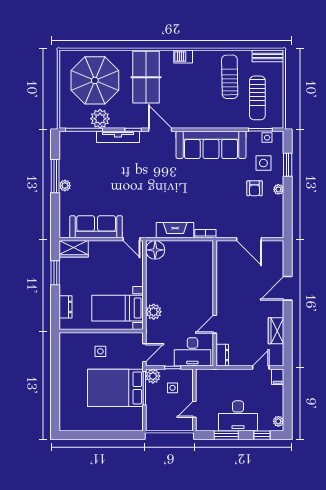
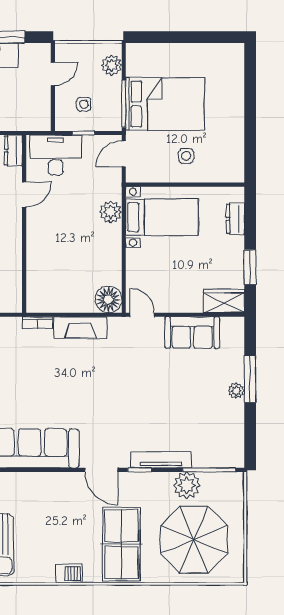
window: (55, 176) -> (250, 379), moved
sofa: (96, 227) -> (192, 332), width x0.73
plant: (153, 376) -> (112, 65), moved

